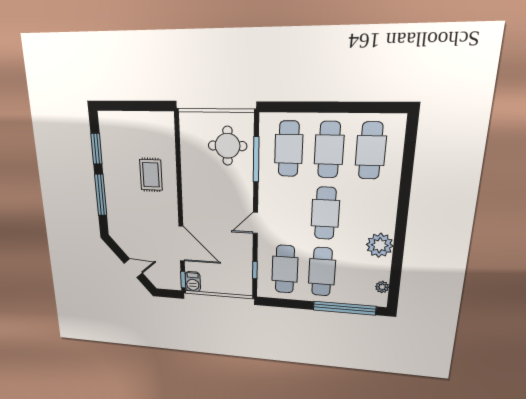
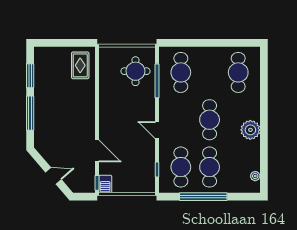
cafe table: (329, 150) -> (210, 72), removed
rug: (151, 175) -> (80, 65), moved
door: (255, 223) -> (157, 130), hinge flipped
door: (182, 244) -> (97, 151), width x0.73
plant: (380, 245) -> (250, 130), moved
window: (344, 308) -> (203, 197), moved

